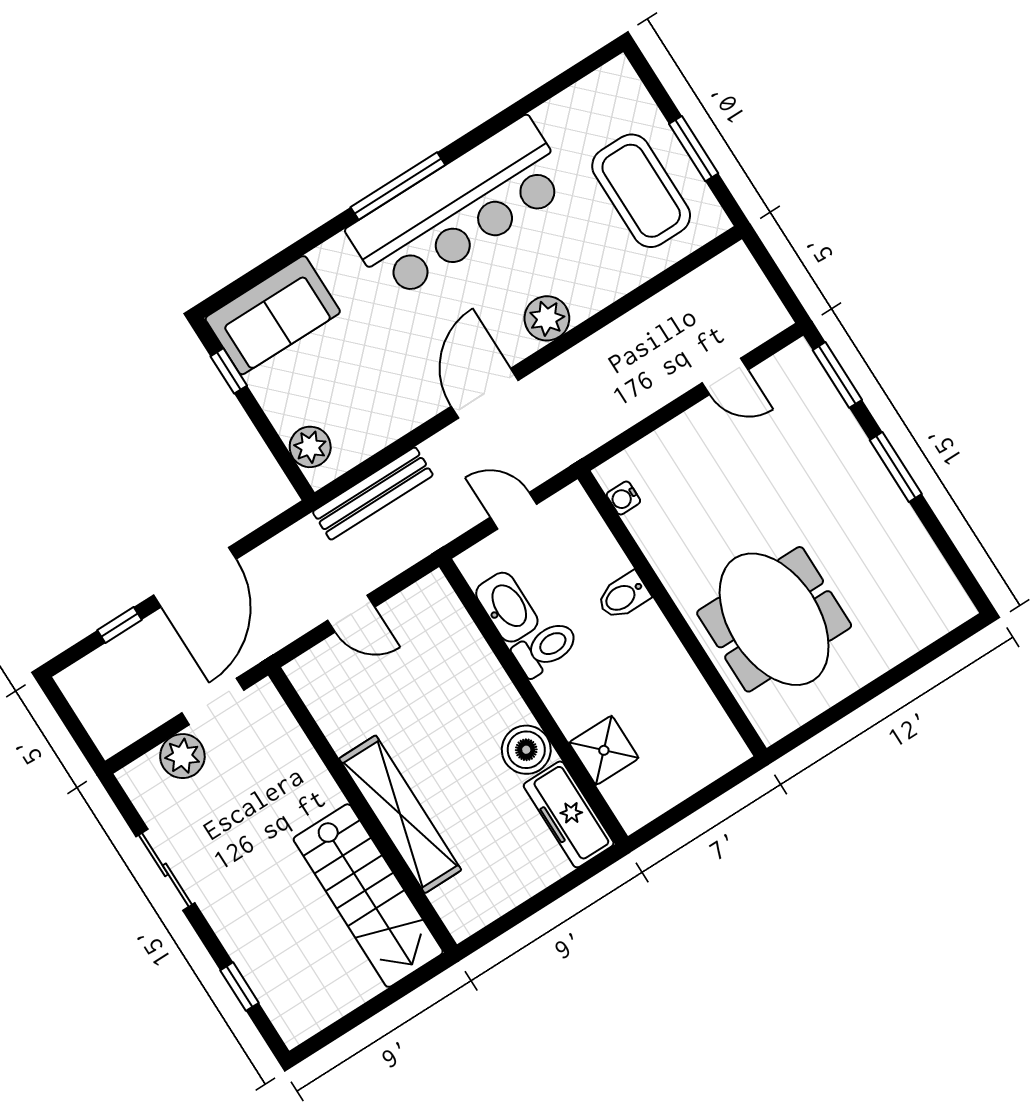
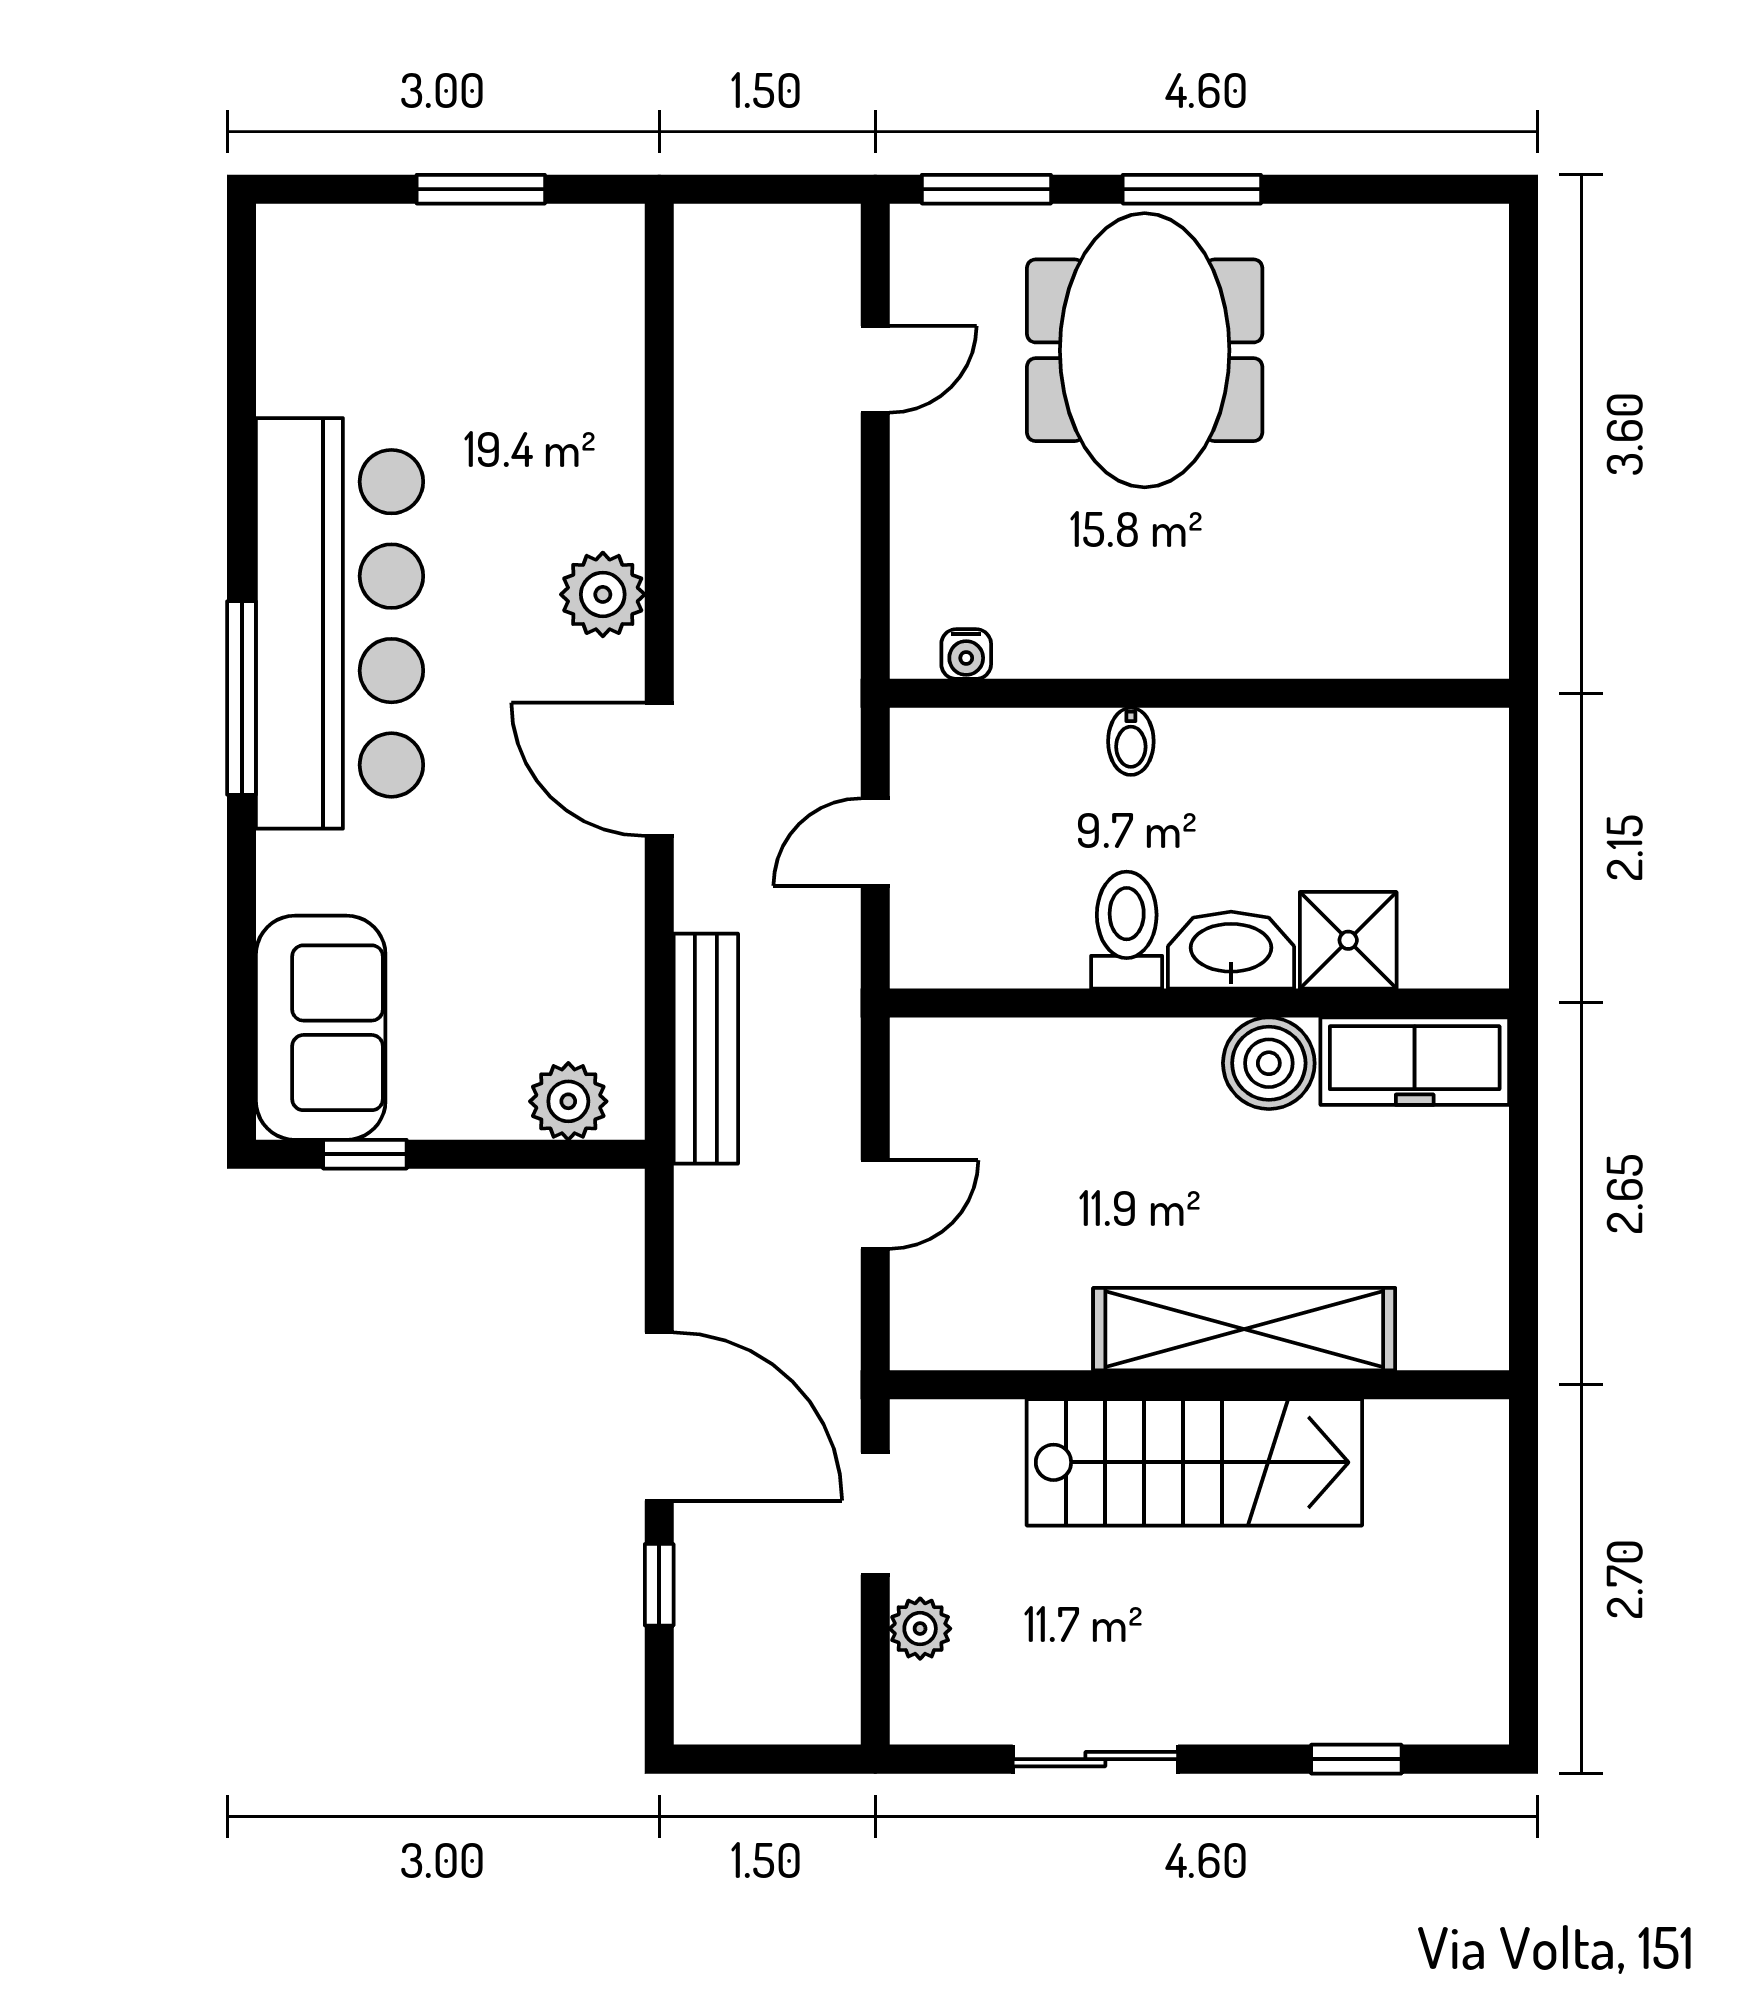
coffee table: (641, 191) -> (495, 315), removed
bidet: (623, 596) -> (1131, 741), width x0.72, depth x0.74
washbasin: (507, 607) -> (1231, 950), moved
meeting table: (774, 619) -> (1145, 350), moved, turned 90
plant: (182, 756) -> (920, 1629), width x0.73, depth x0.73
stairs: (368, 896) -> (1194, 1462), moved

